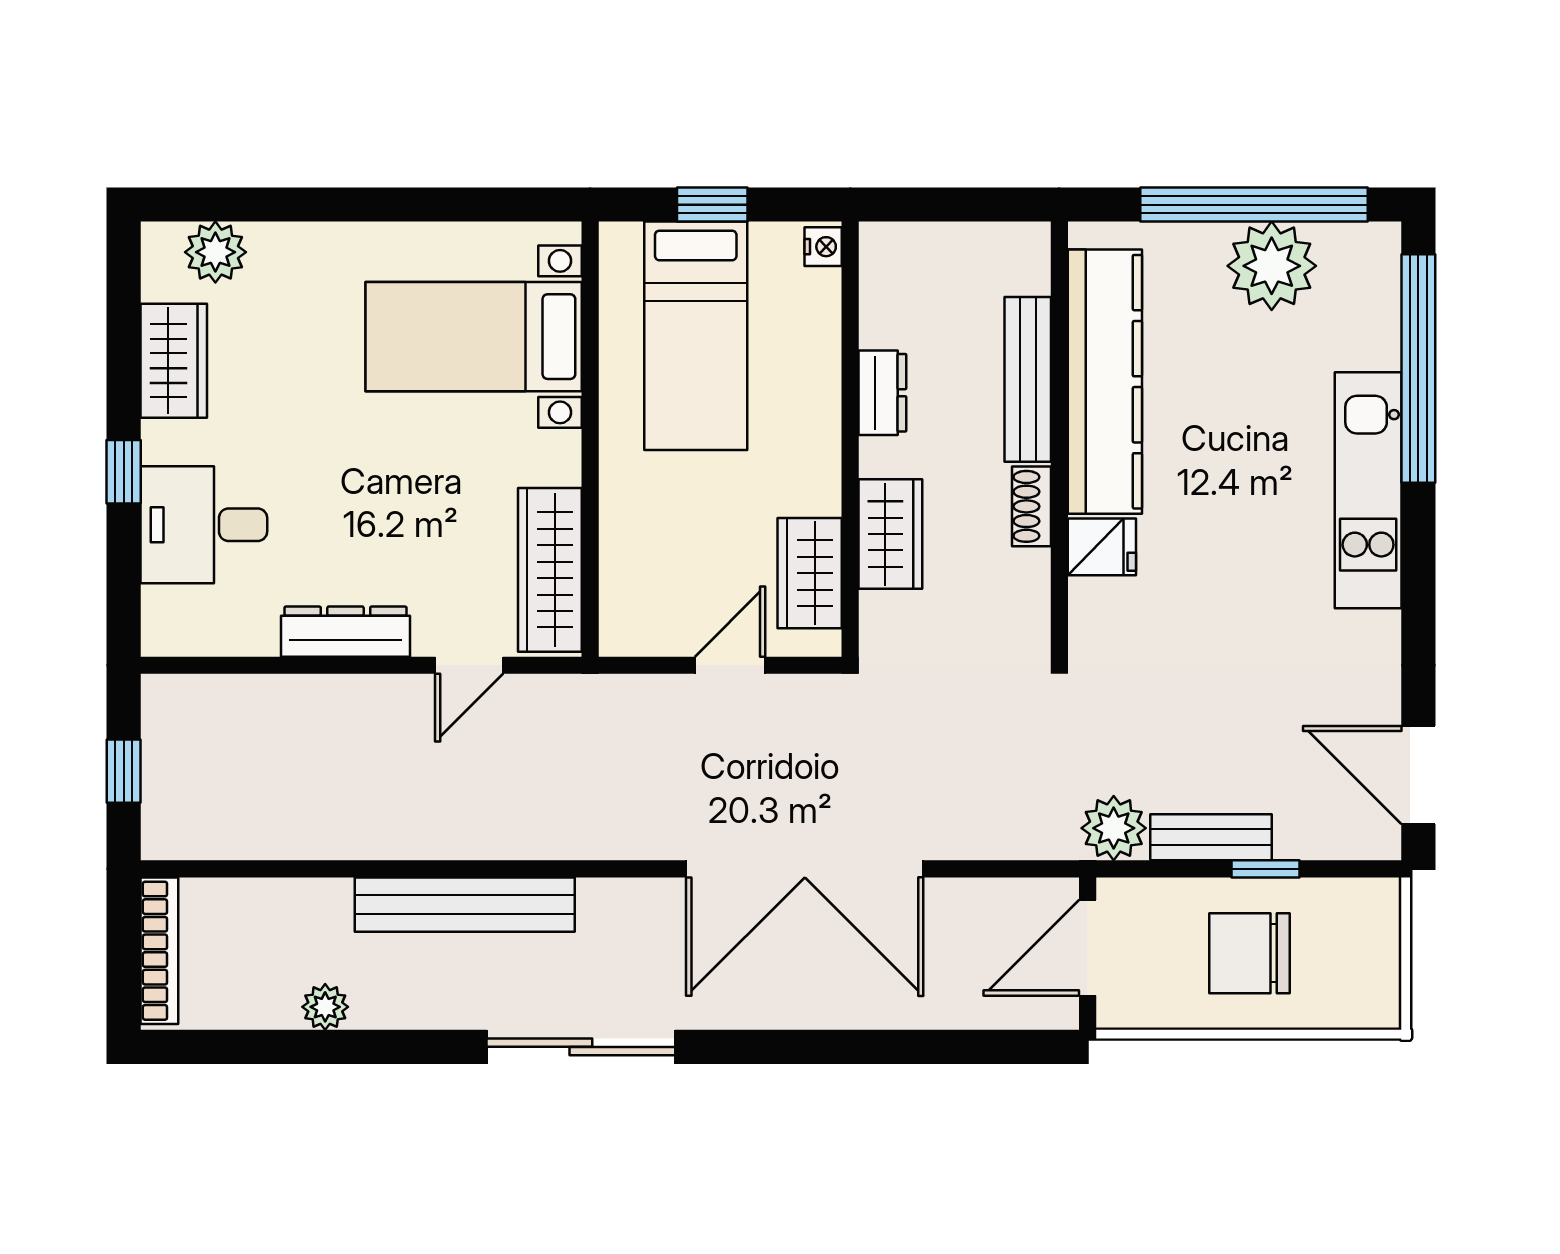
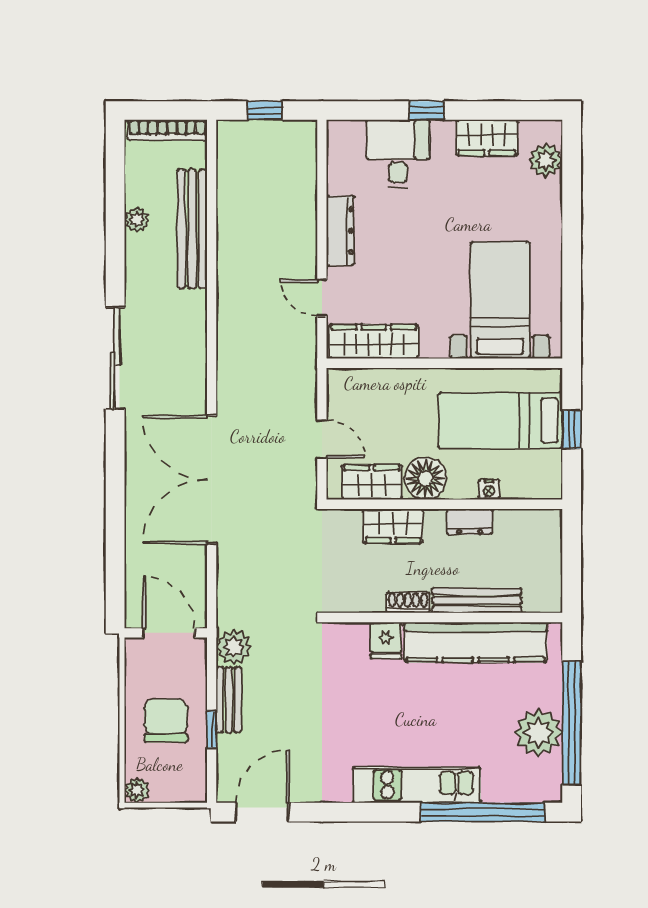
nightstand: (823, 247) -> (489, 490), moved
floor lamp: (803, 474) -> (425, 478), added
bench: (465, 905) -> (192, 229), moved
plant: (1378, 1007) -> (137, 790), added

